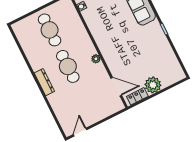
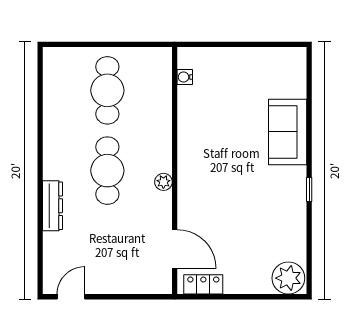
dresser: (44, 82) -> (52, 206), moved
plant: (153, 85) -> (288, 278), moved

